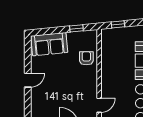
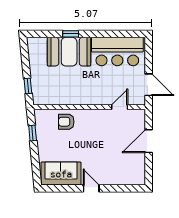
sofa: (49, 44) -> (61, 174), moved, turned -84
door: (99, 105) -> (120, 107), hinge flipped

